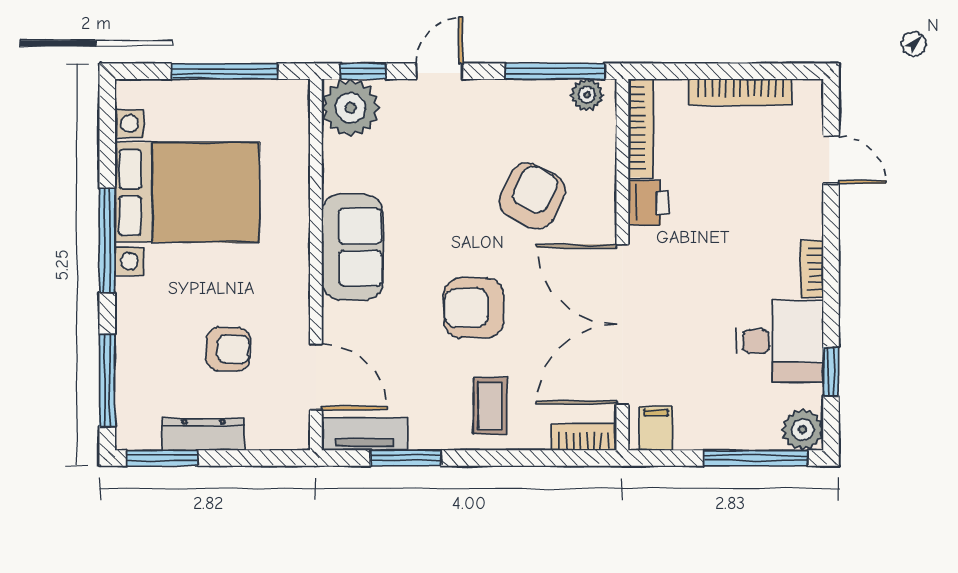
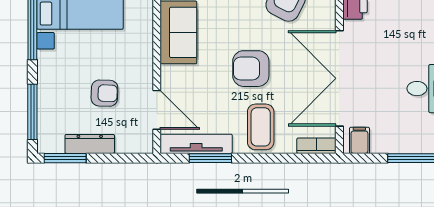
coffee table: (490, 406) -> (261, 127), width x1.36, depth x1.30
tv unit: (364, 434) -> (196, 144), width x1.41

